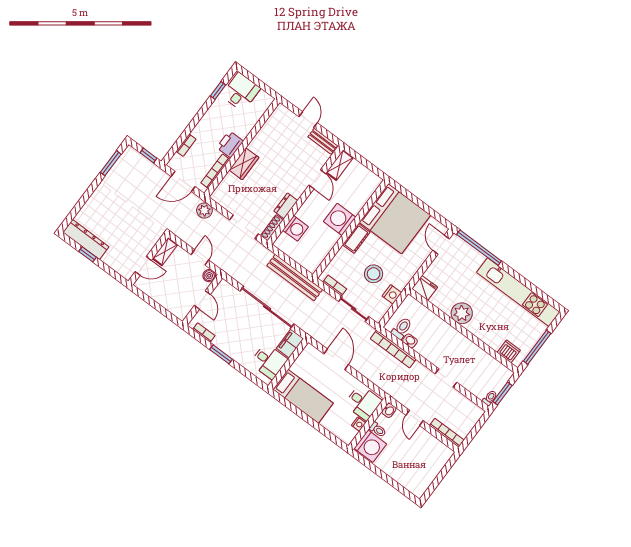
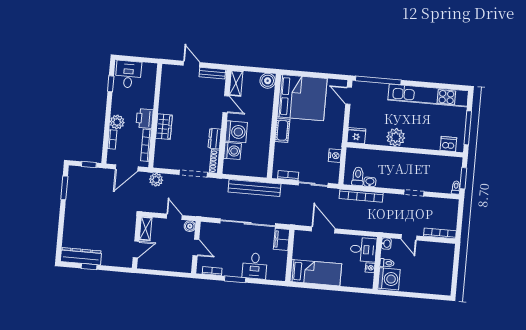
plant: (201, 131) -> (117, 122), added
boiler: (372, 182) -> (268, 81), added
washing machine: (340, 219) -> (236, 132), moved, turned 180
stool: (374, 274) -> (312, 149), removed
desk: (269, 361) -> (255, 266), moved, turned 90

